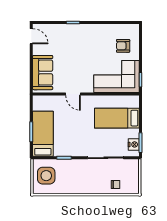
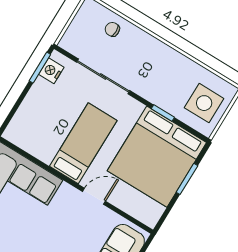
door: (73, 94) -> (94, 196), hinge flipped
bed: (117, 118) -> (83, 143), moved, turned -90
bed: (43, 134) -> (157, 157), width x2.04

